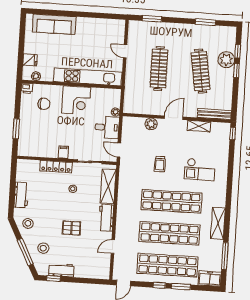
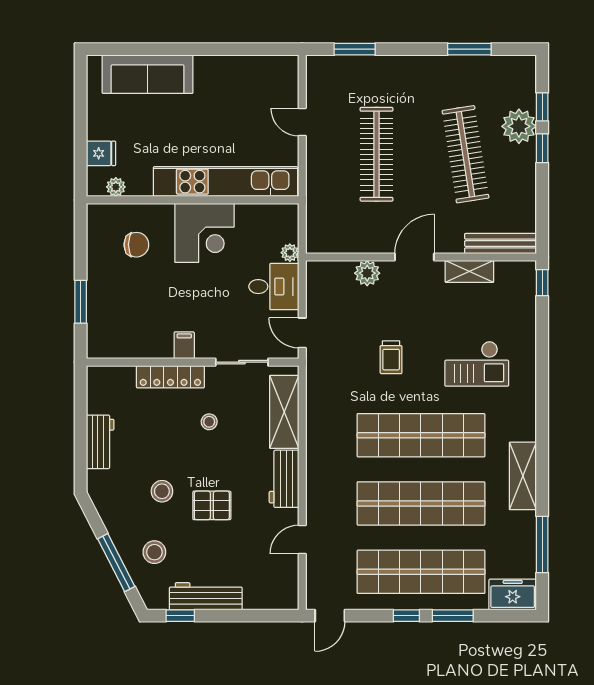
printer: (27, 88) -> (98, 214), removed
stool: (28, 223) -> (162, 491), moved
workbench: (61, 270) -> (206, 596), width x1.37

